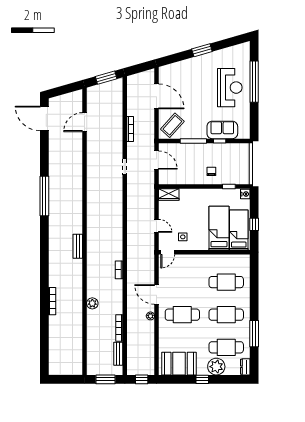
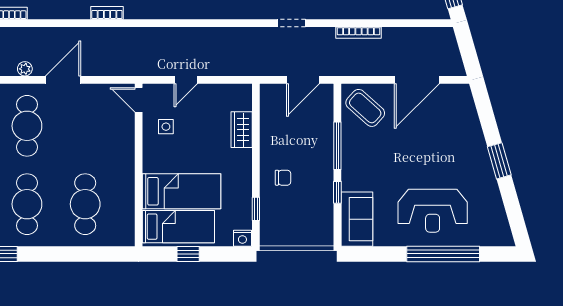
sofa: (222, 130) -> (357, 219), moved
wardrobe: (169, 194) -> (242, 130), moved

